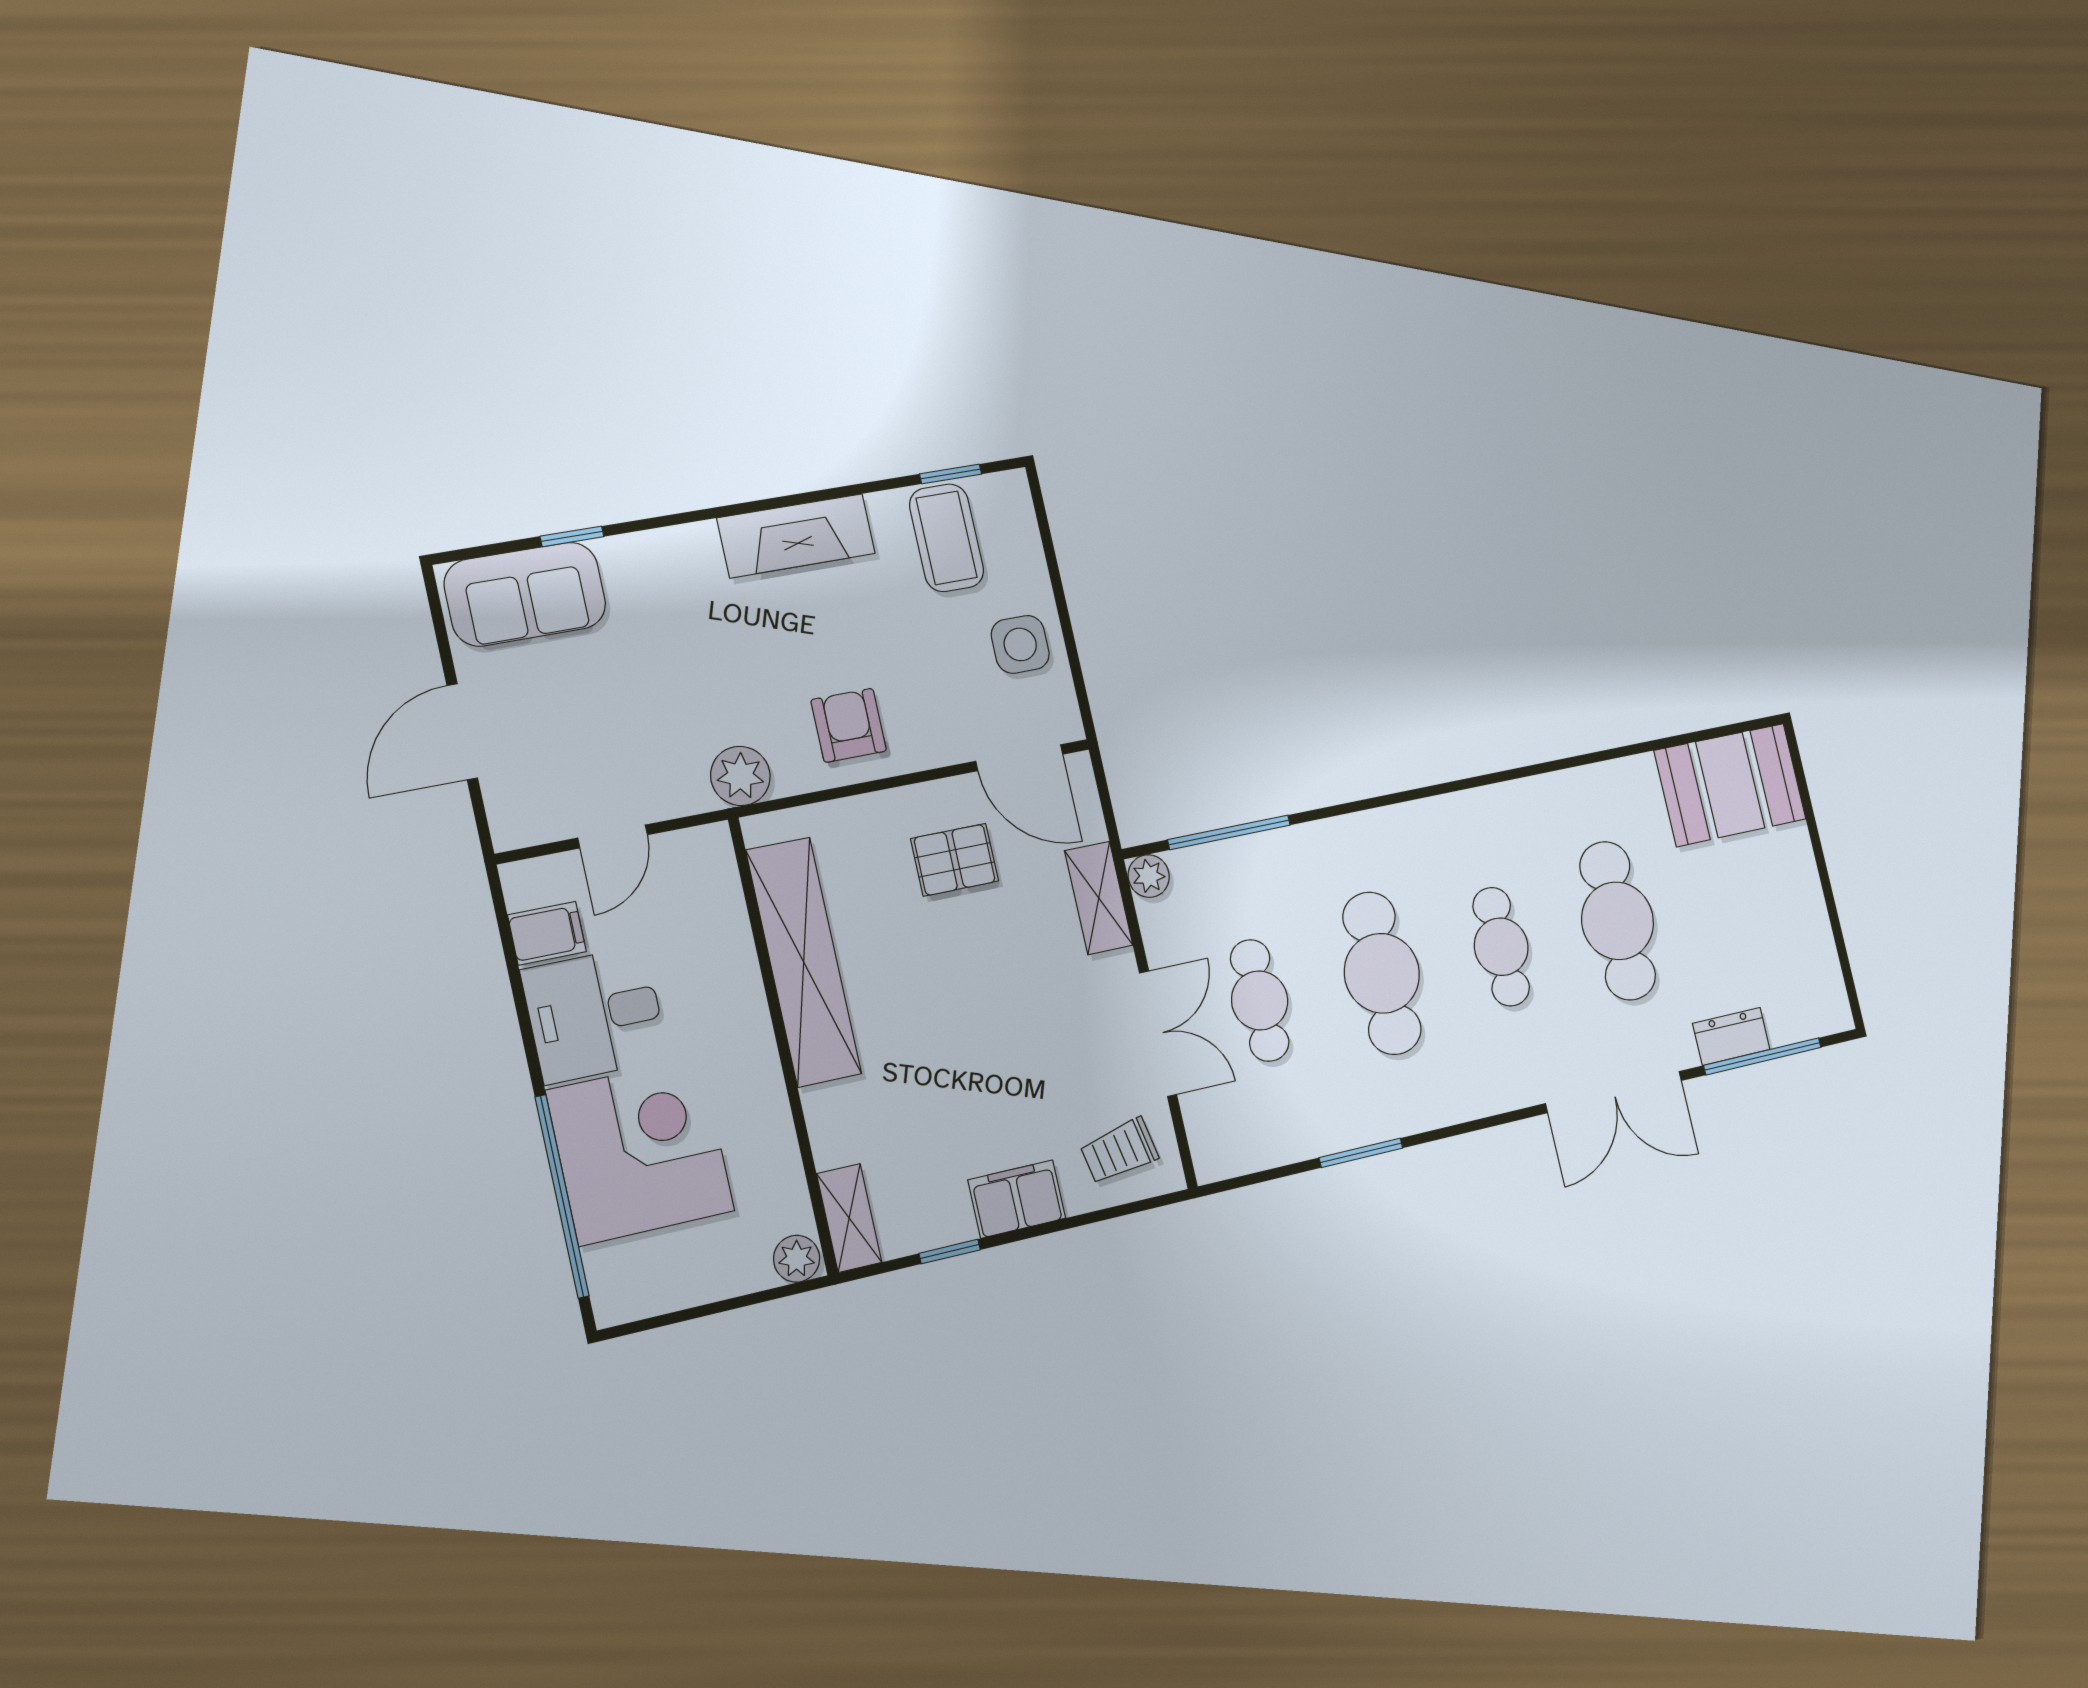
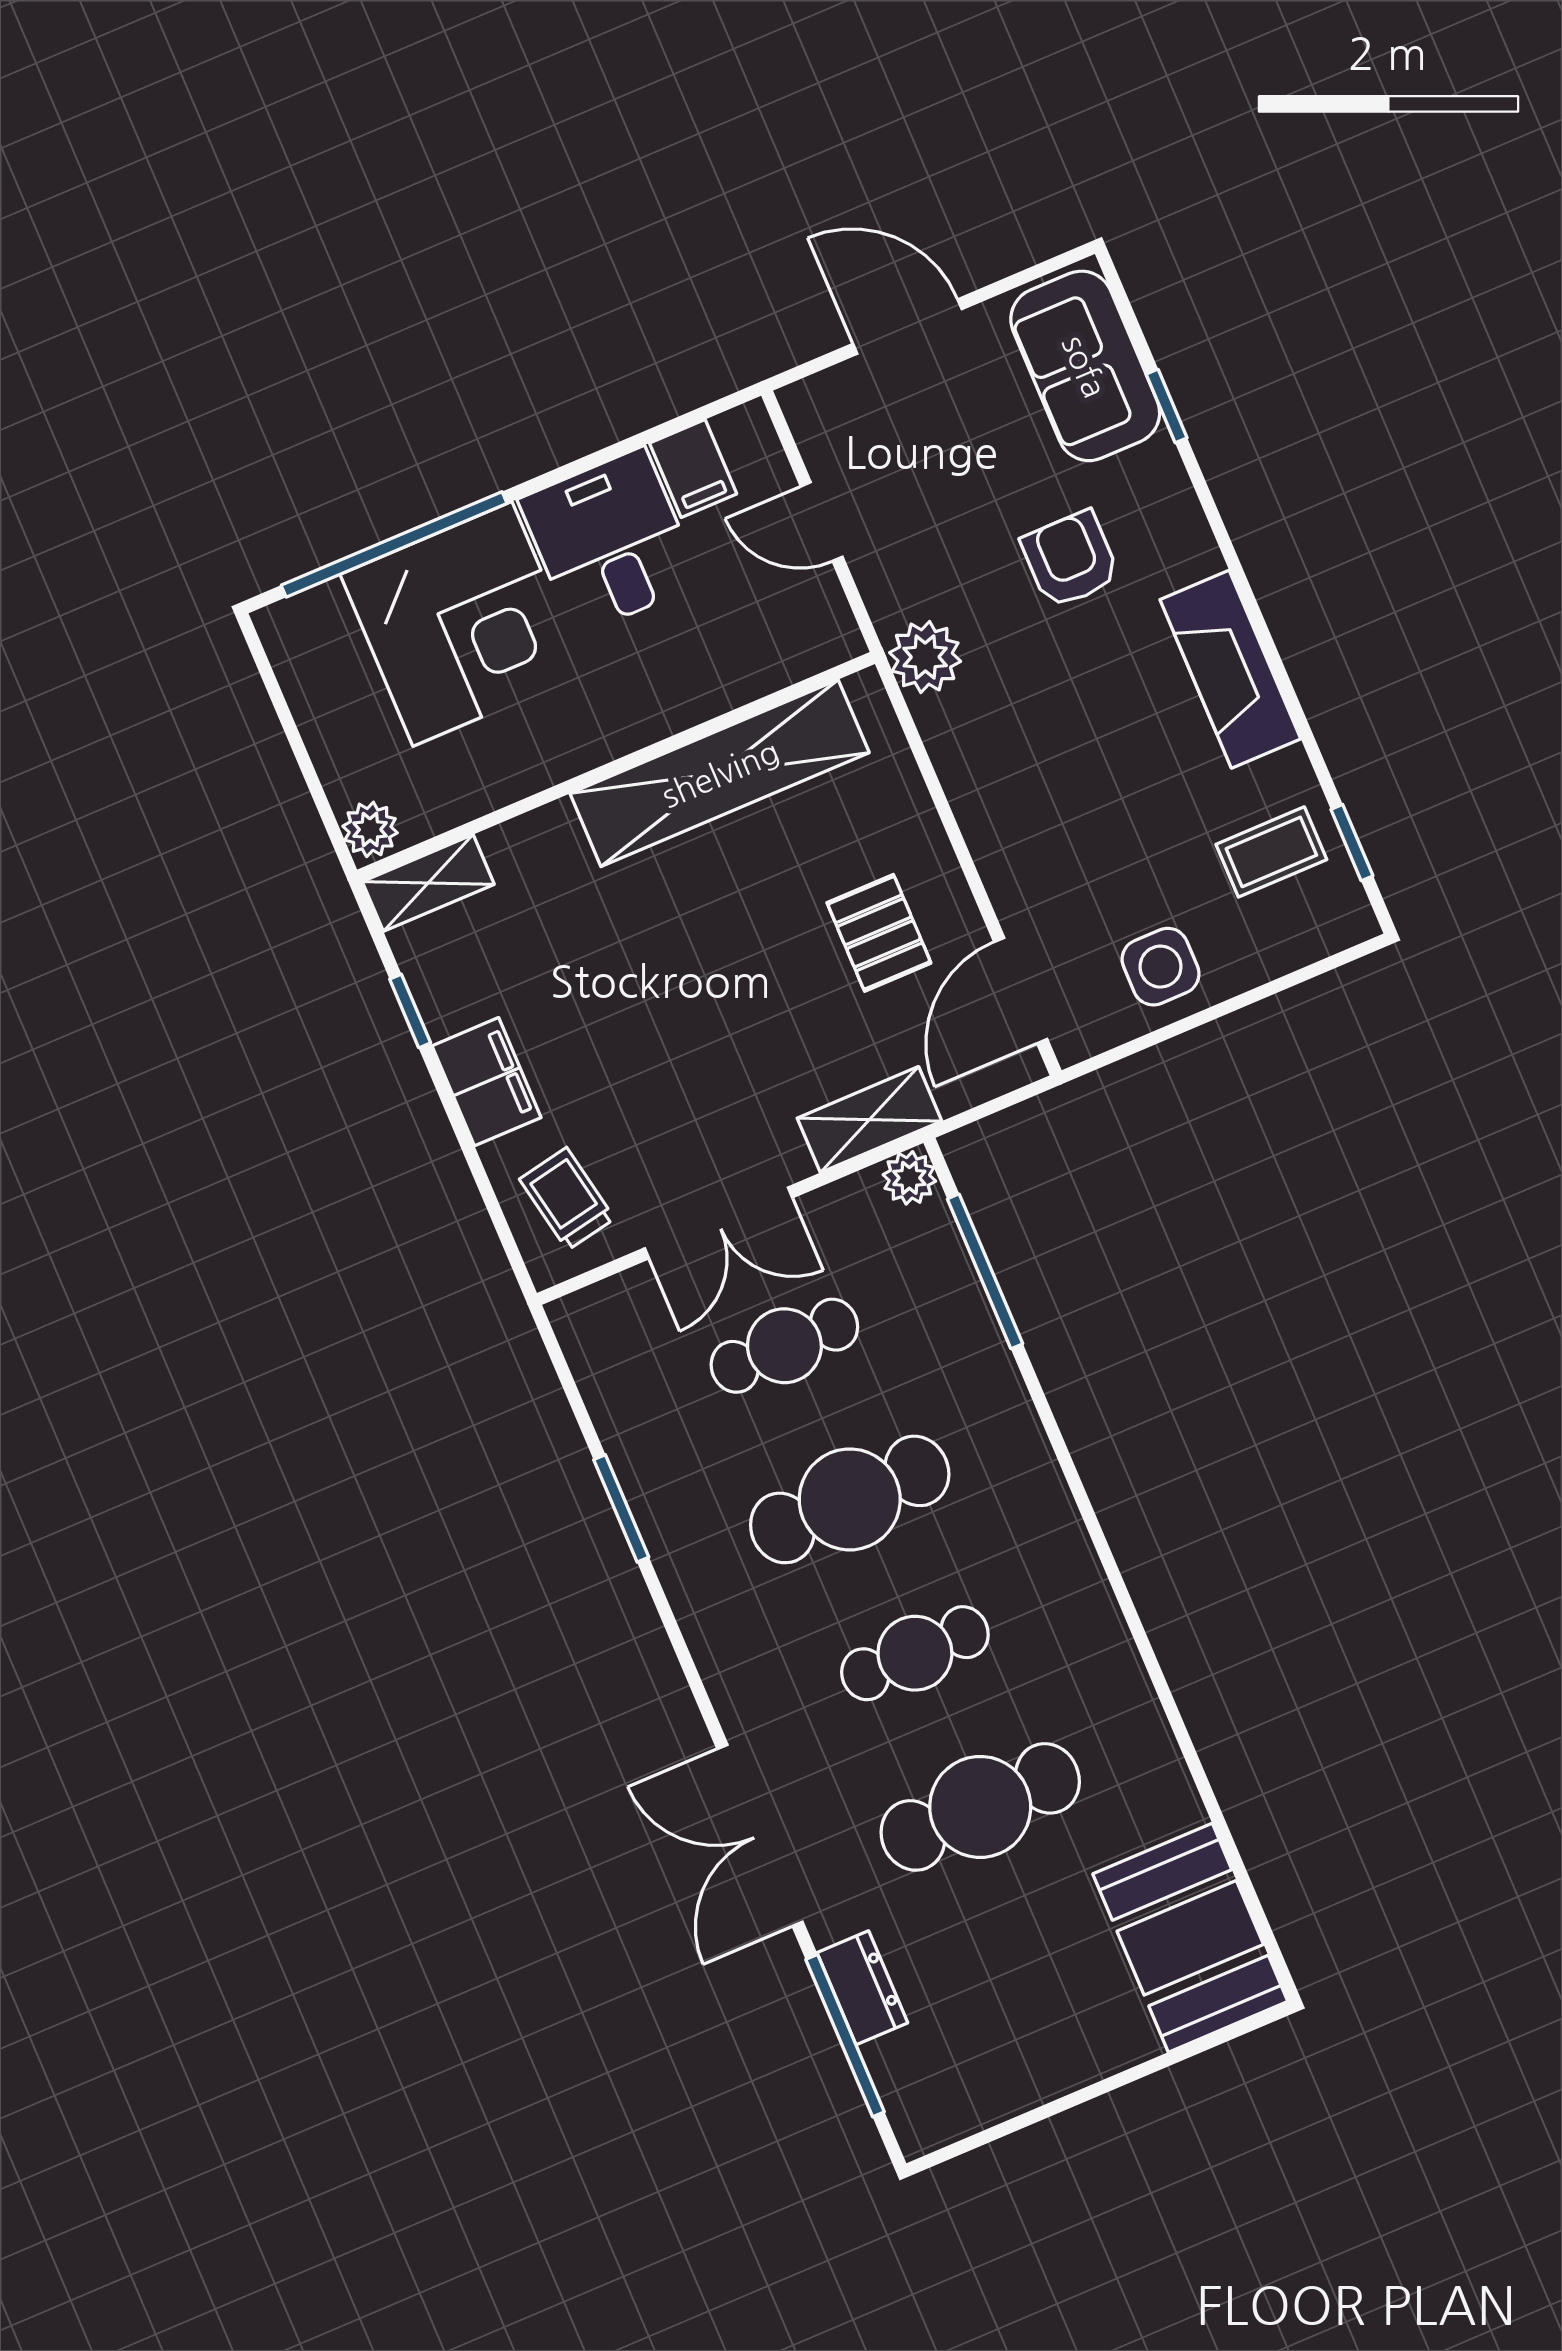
coffee table: (947, 538) -> (1271, 852), width x0.73, depth x0.77
armchair: (849, 725) -> (1070, 559), moved, turned -90

